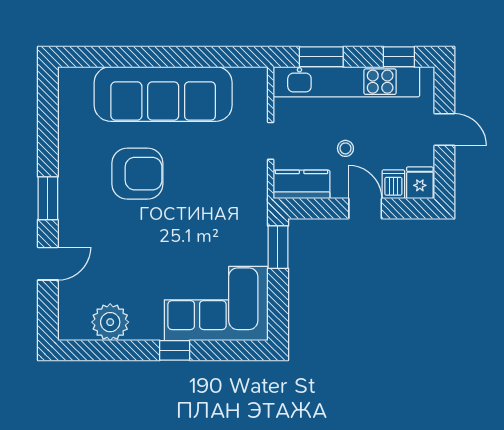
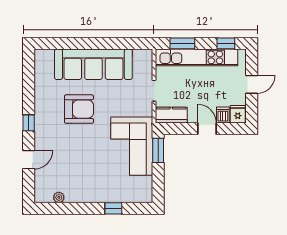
door: (444, 130) -> (252, 84), hinge flipped
stool: (345, 148) -> (196, 95), removed
window: (48, 198) -> (29, 123), width x0.67
corner sofa: (216, 304) -> (132, 146), moved, turned -90
plant: (110, 322) -> (59, 197), width x0.53, depth x0.53
window: (175, 350) -> (113, 208), moved

